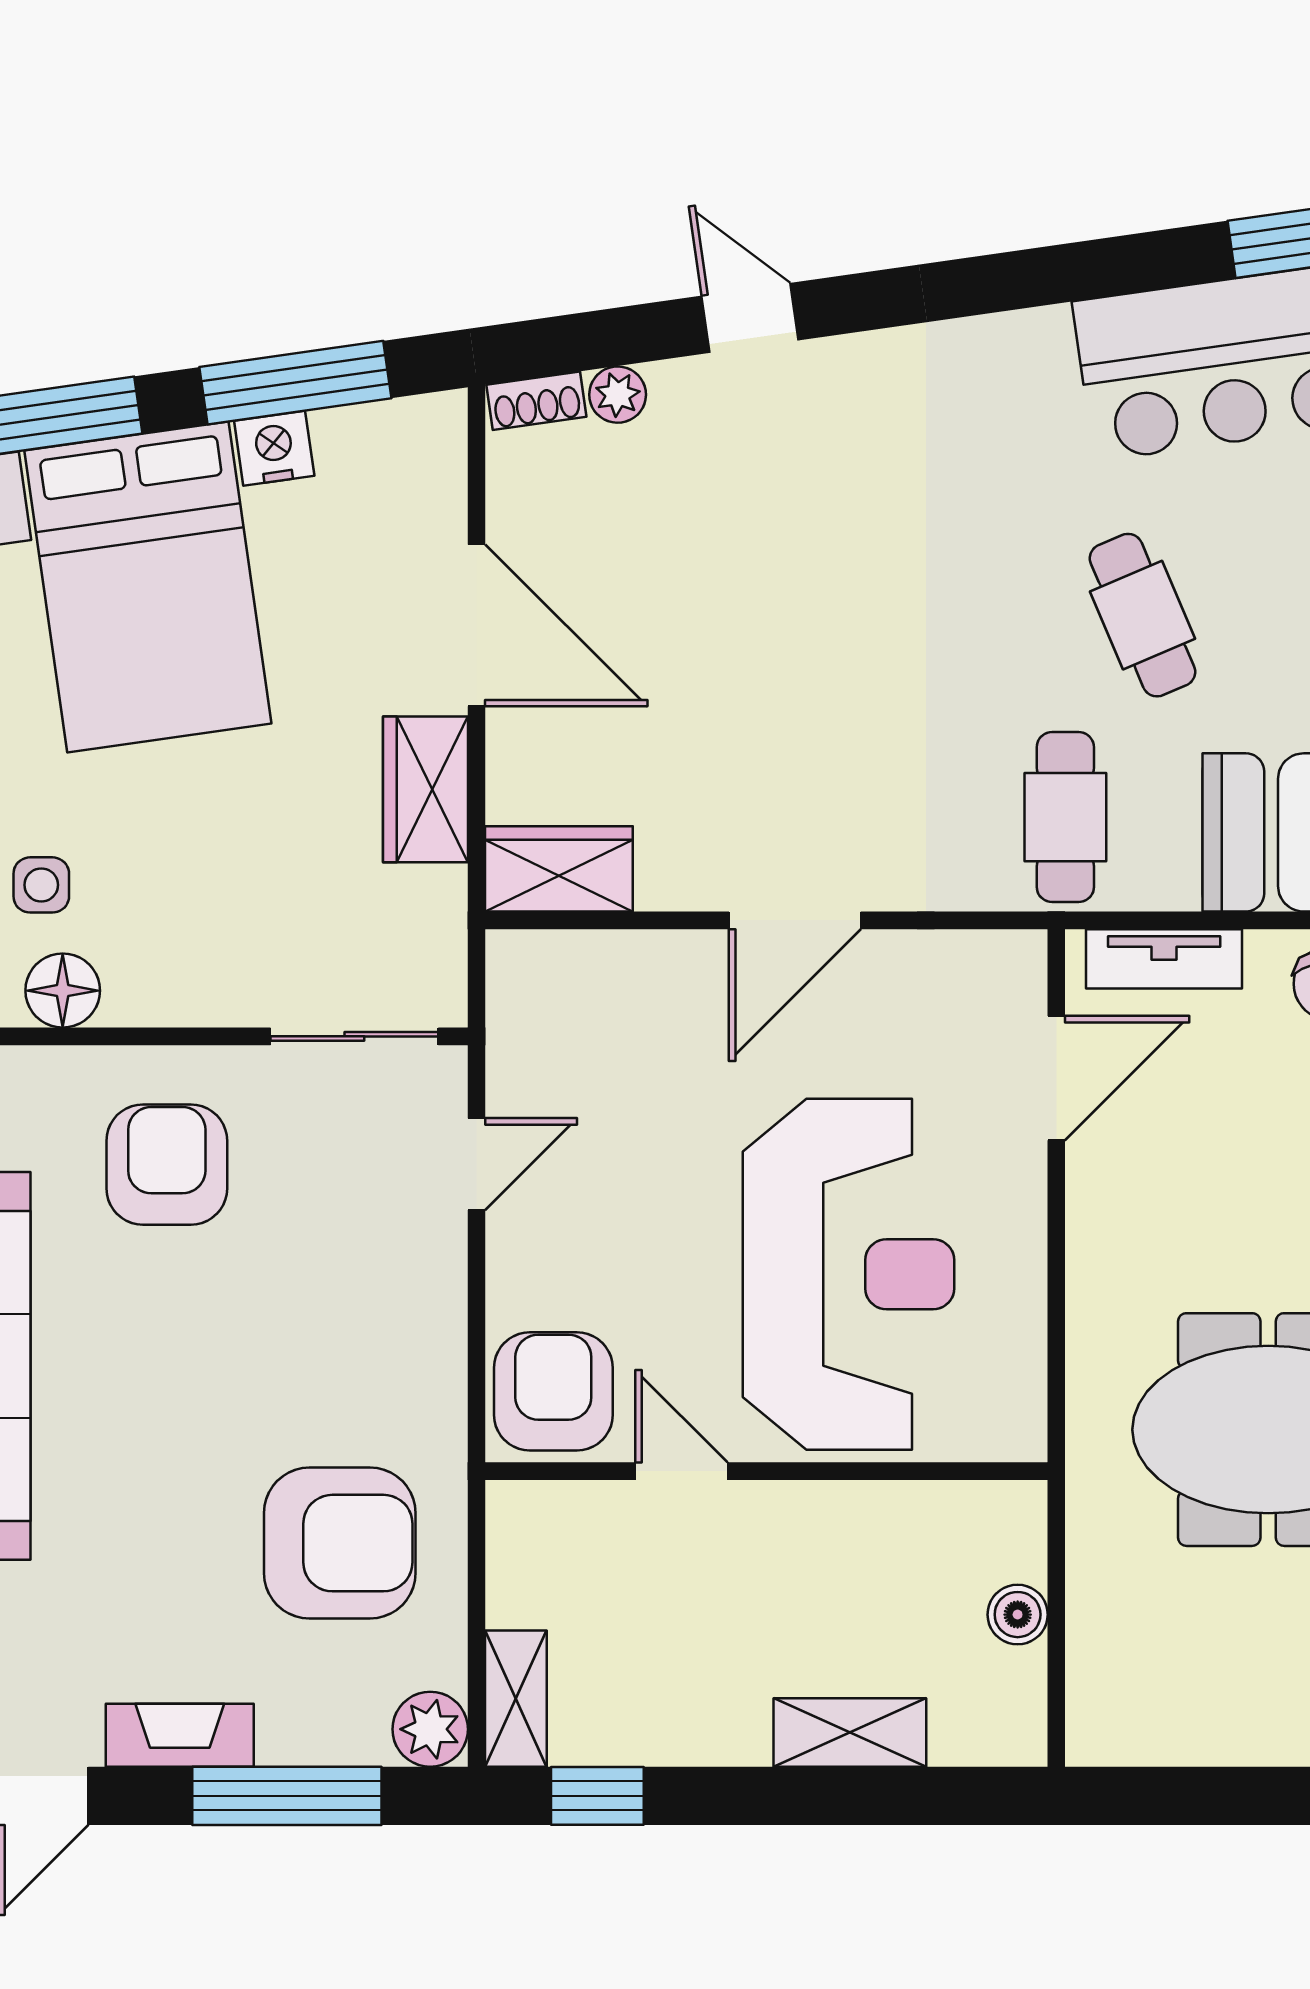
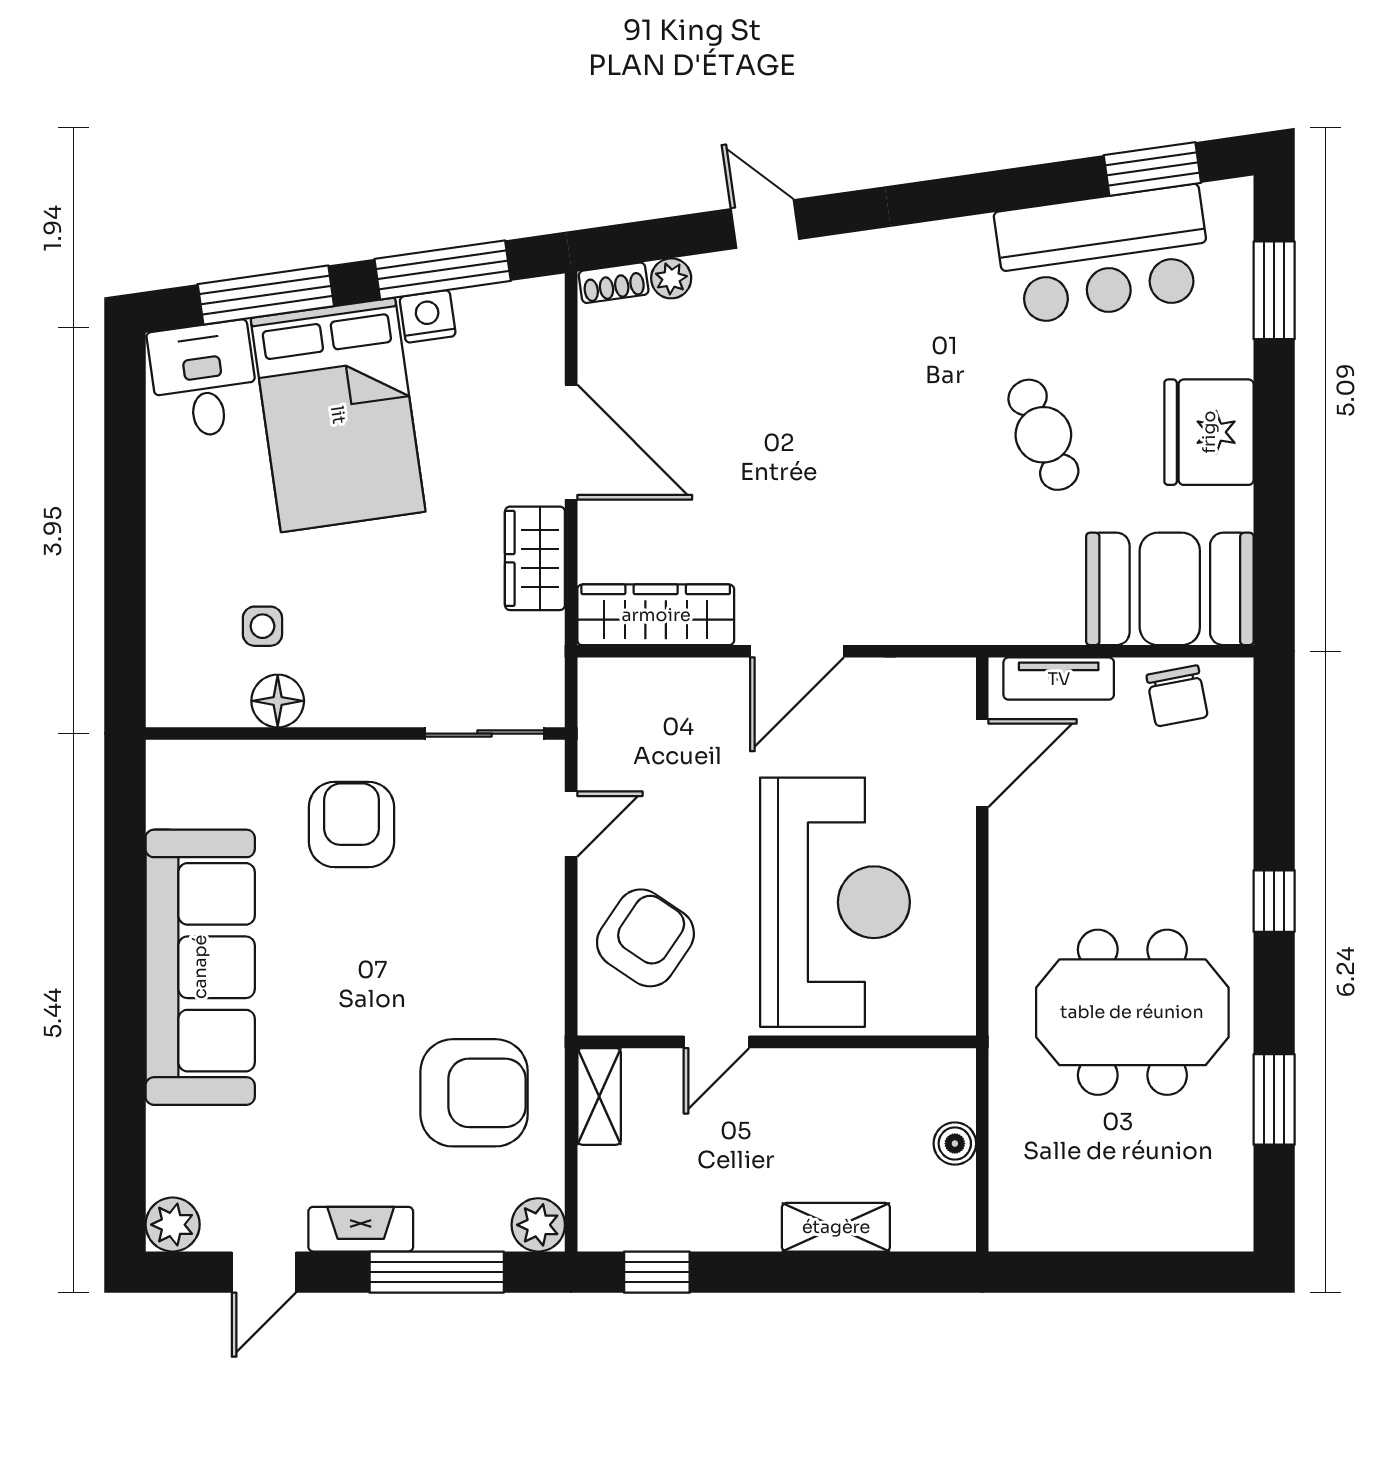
cafe table: (1065, 817) -> (989, 578), removed
wardrobe: (559, 869) -> (656, 615), width x1.50
armchair: (553, 1391) -> (645, 938), moved, turned 34
door: (681, 1471) -> (716, 1042), swing flipped
shelving: (516, 1699) -> (599, 1096), moved

